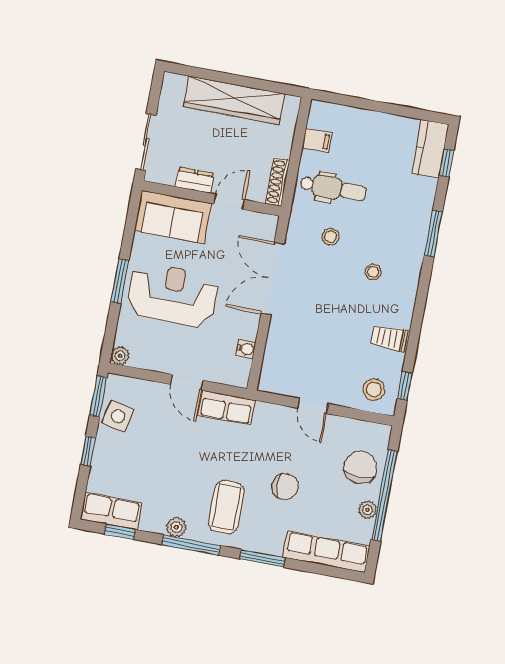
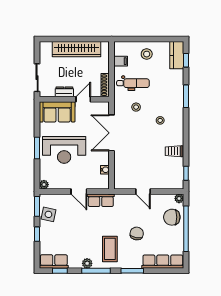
reception desk: (173, 295) -> (64, 150), turned 180
stool: (374, 390) -> (147, 54), moved
chair: (360, 467) -> (172, 217), turned -90
chair: (285, 487) -> (137, 233), turned -79
plant: (367, 510) -> (179, 198), moved

